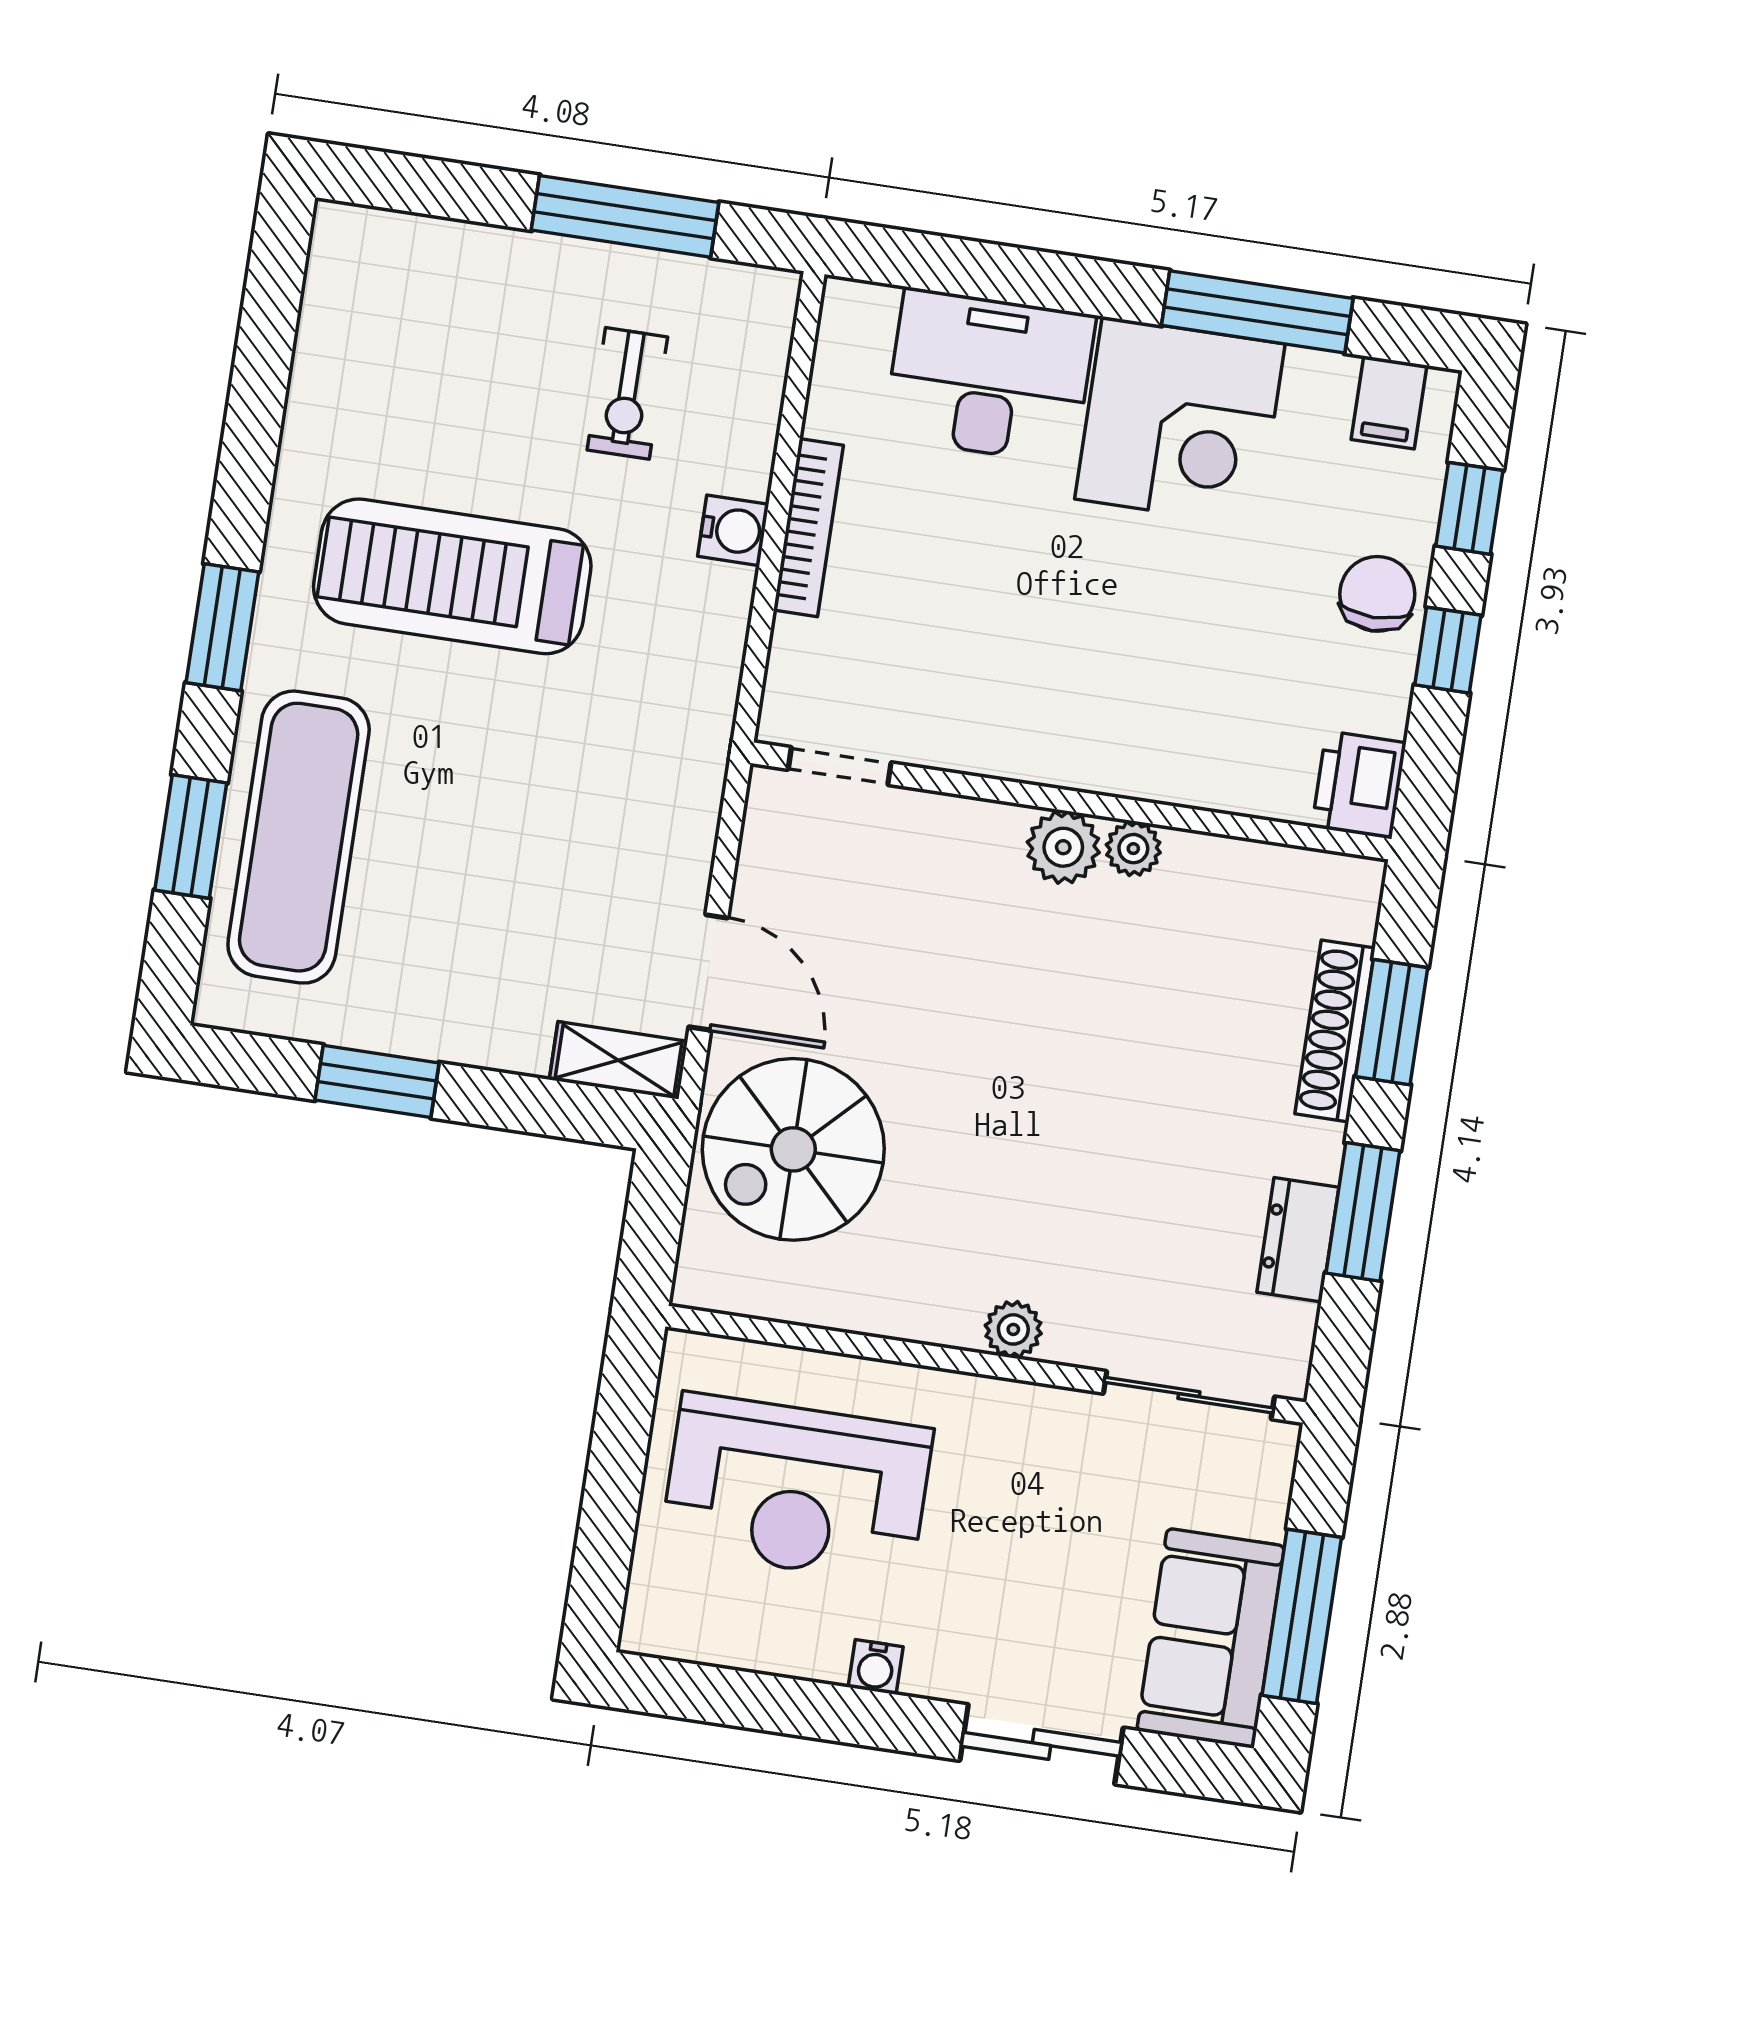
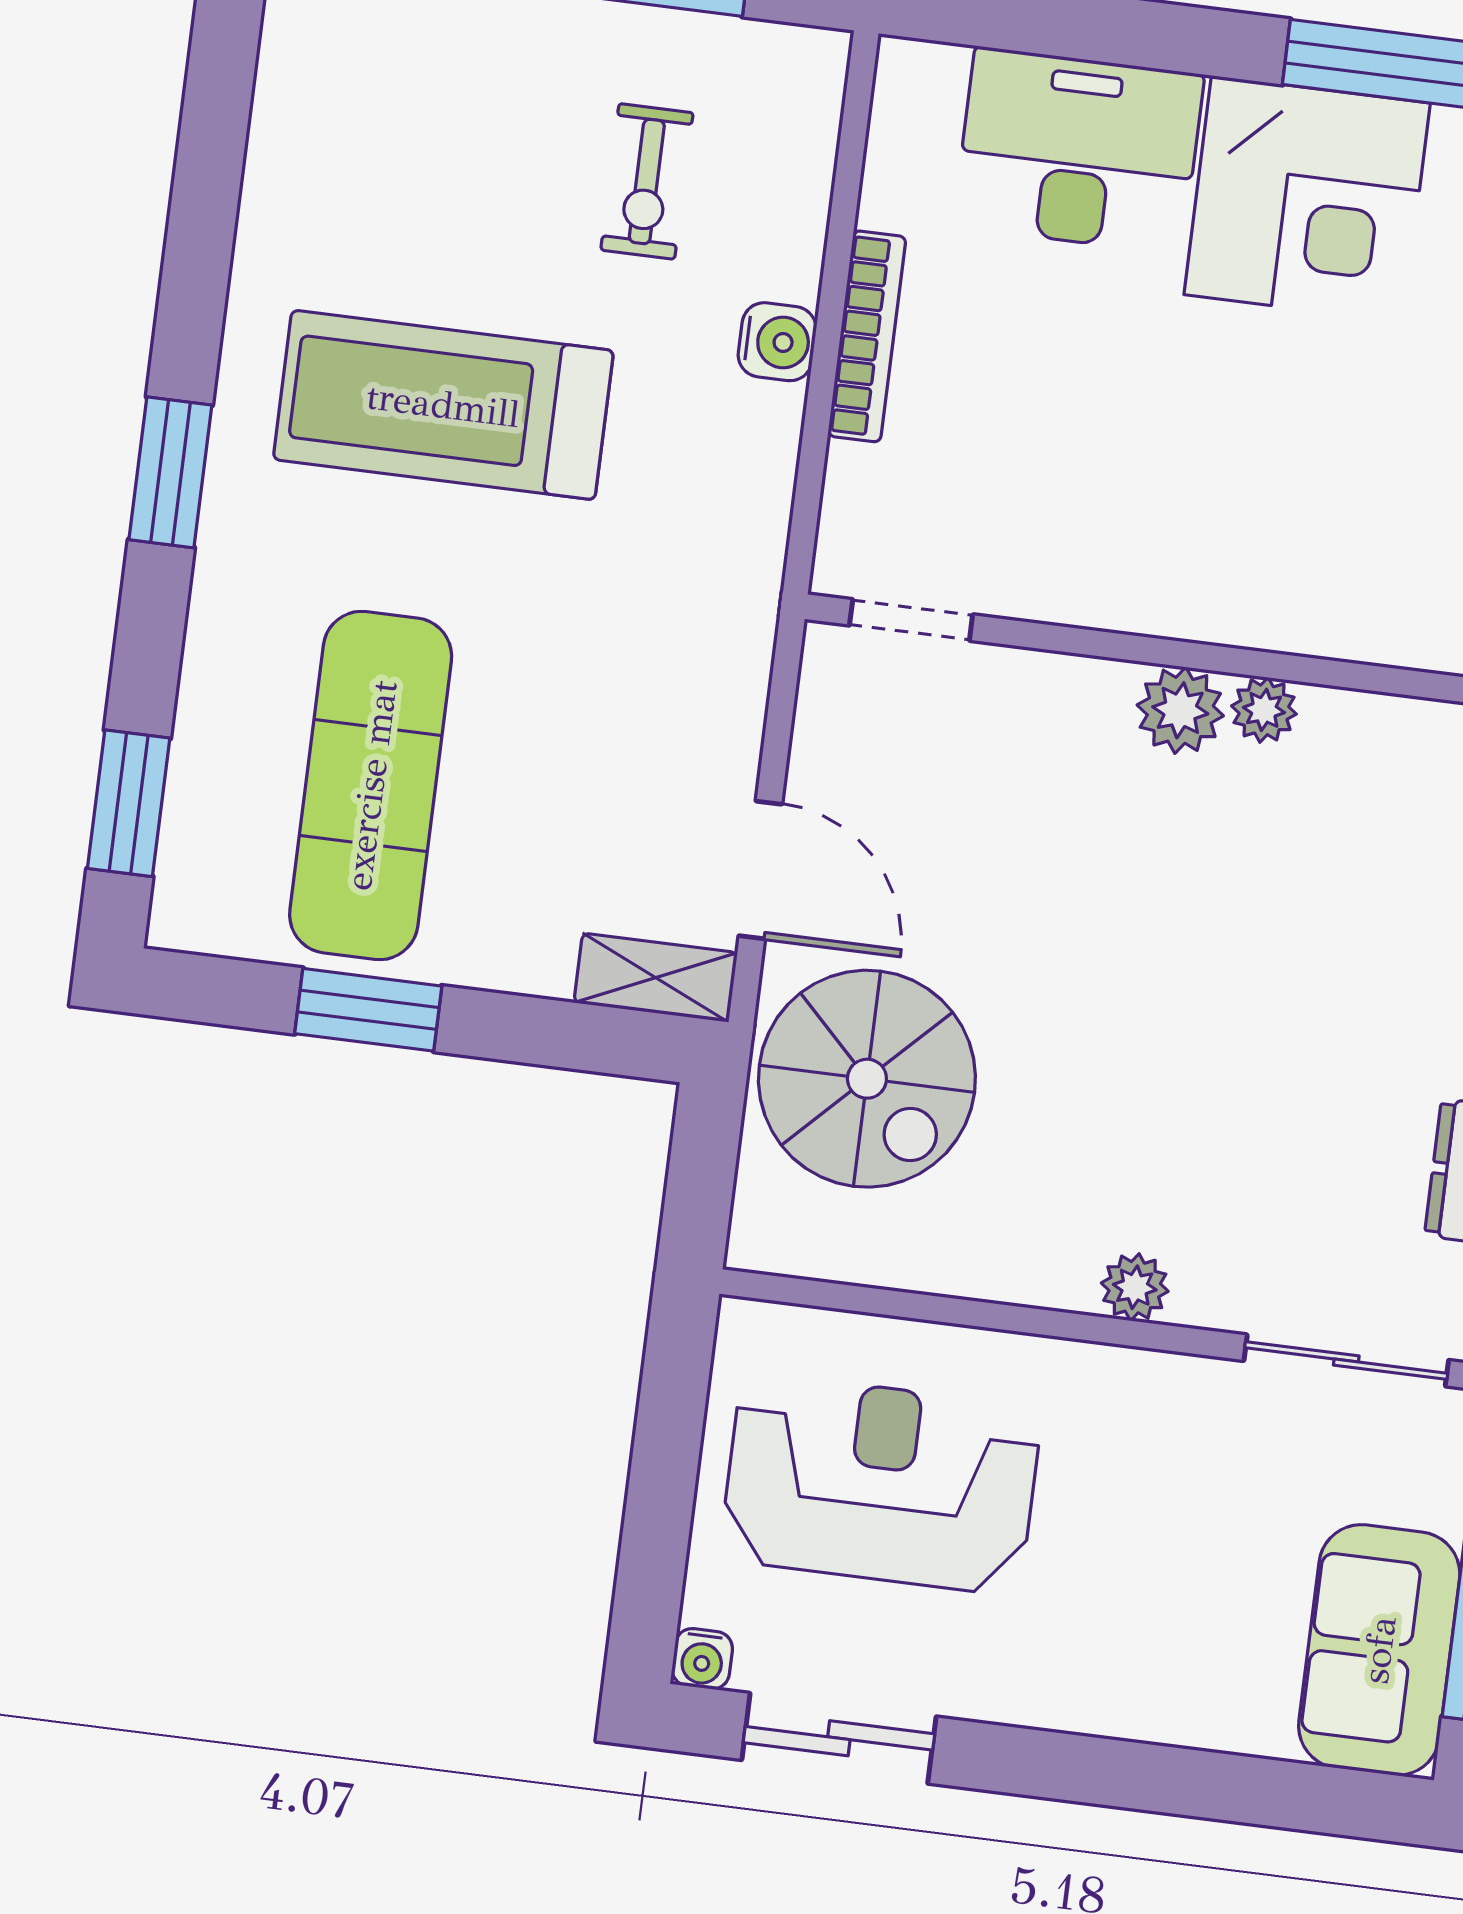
window: (191, 837) -> (129, 803), moved
exercise mat: (299, 837) -> (371, 785), moved
spiral stairs: (793, 1149) -> (867, 1079), turned -90
reception desk: (797, 1489) -> (881, 1483), turned 180
water cooler: (876, 1667) -> (702, 1659), moved
sliding door: (1041, 1744) -> (839, 1738), moved

